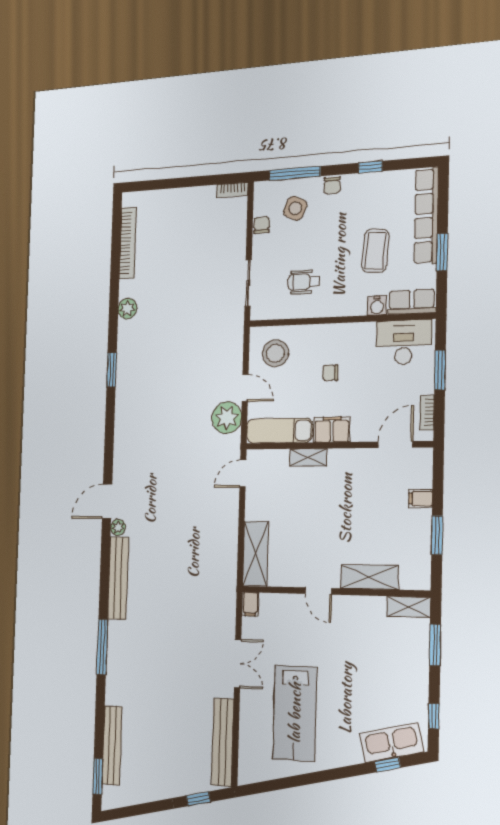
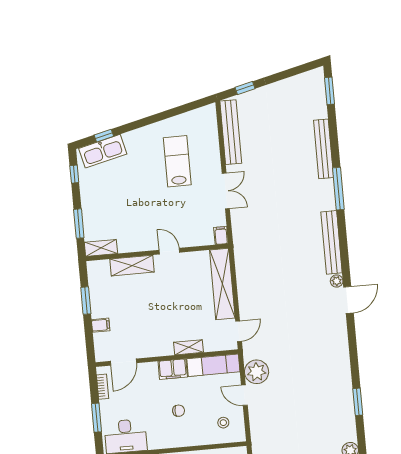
stool: (275, 353) -> (223, 423), width x0.53, depth x0.53
shelving: (256, 554) -> (222, 284), width x1.47
double door: (238, 664) -> (226, 191), swing flipped
lab bench: (295, 713) -> (177, 161), width x0.73, depth x0.72
bench: (112, 745) -> (324, 149), moved

